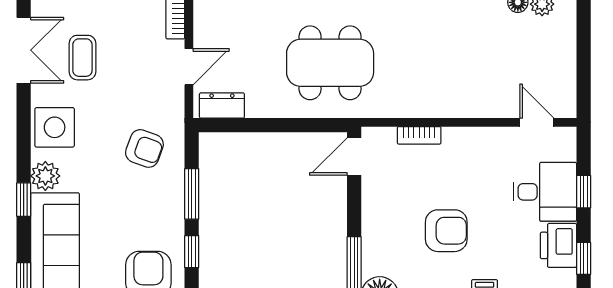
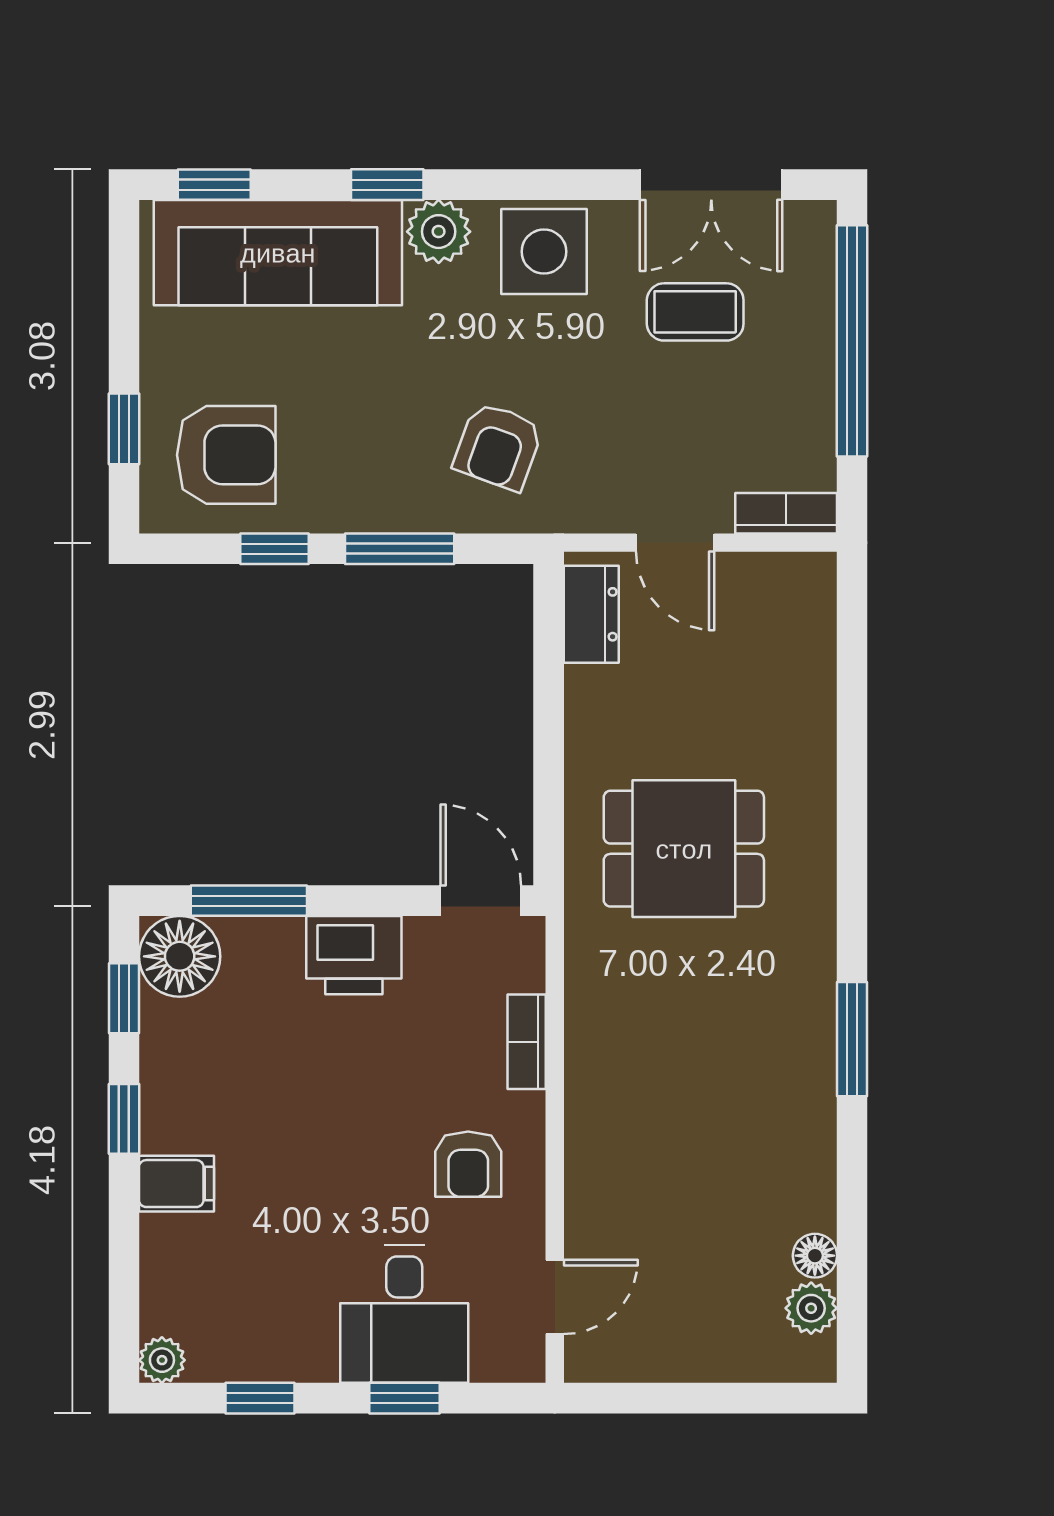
dining table: (330, 63) -> (684, 849), width x0.73
armchair: (446, 231) -> (468, 1164), moved, width x0.72, depth x0.72
printer: (558, 245) -> (354, 955), moved, turned 180

